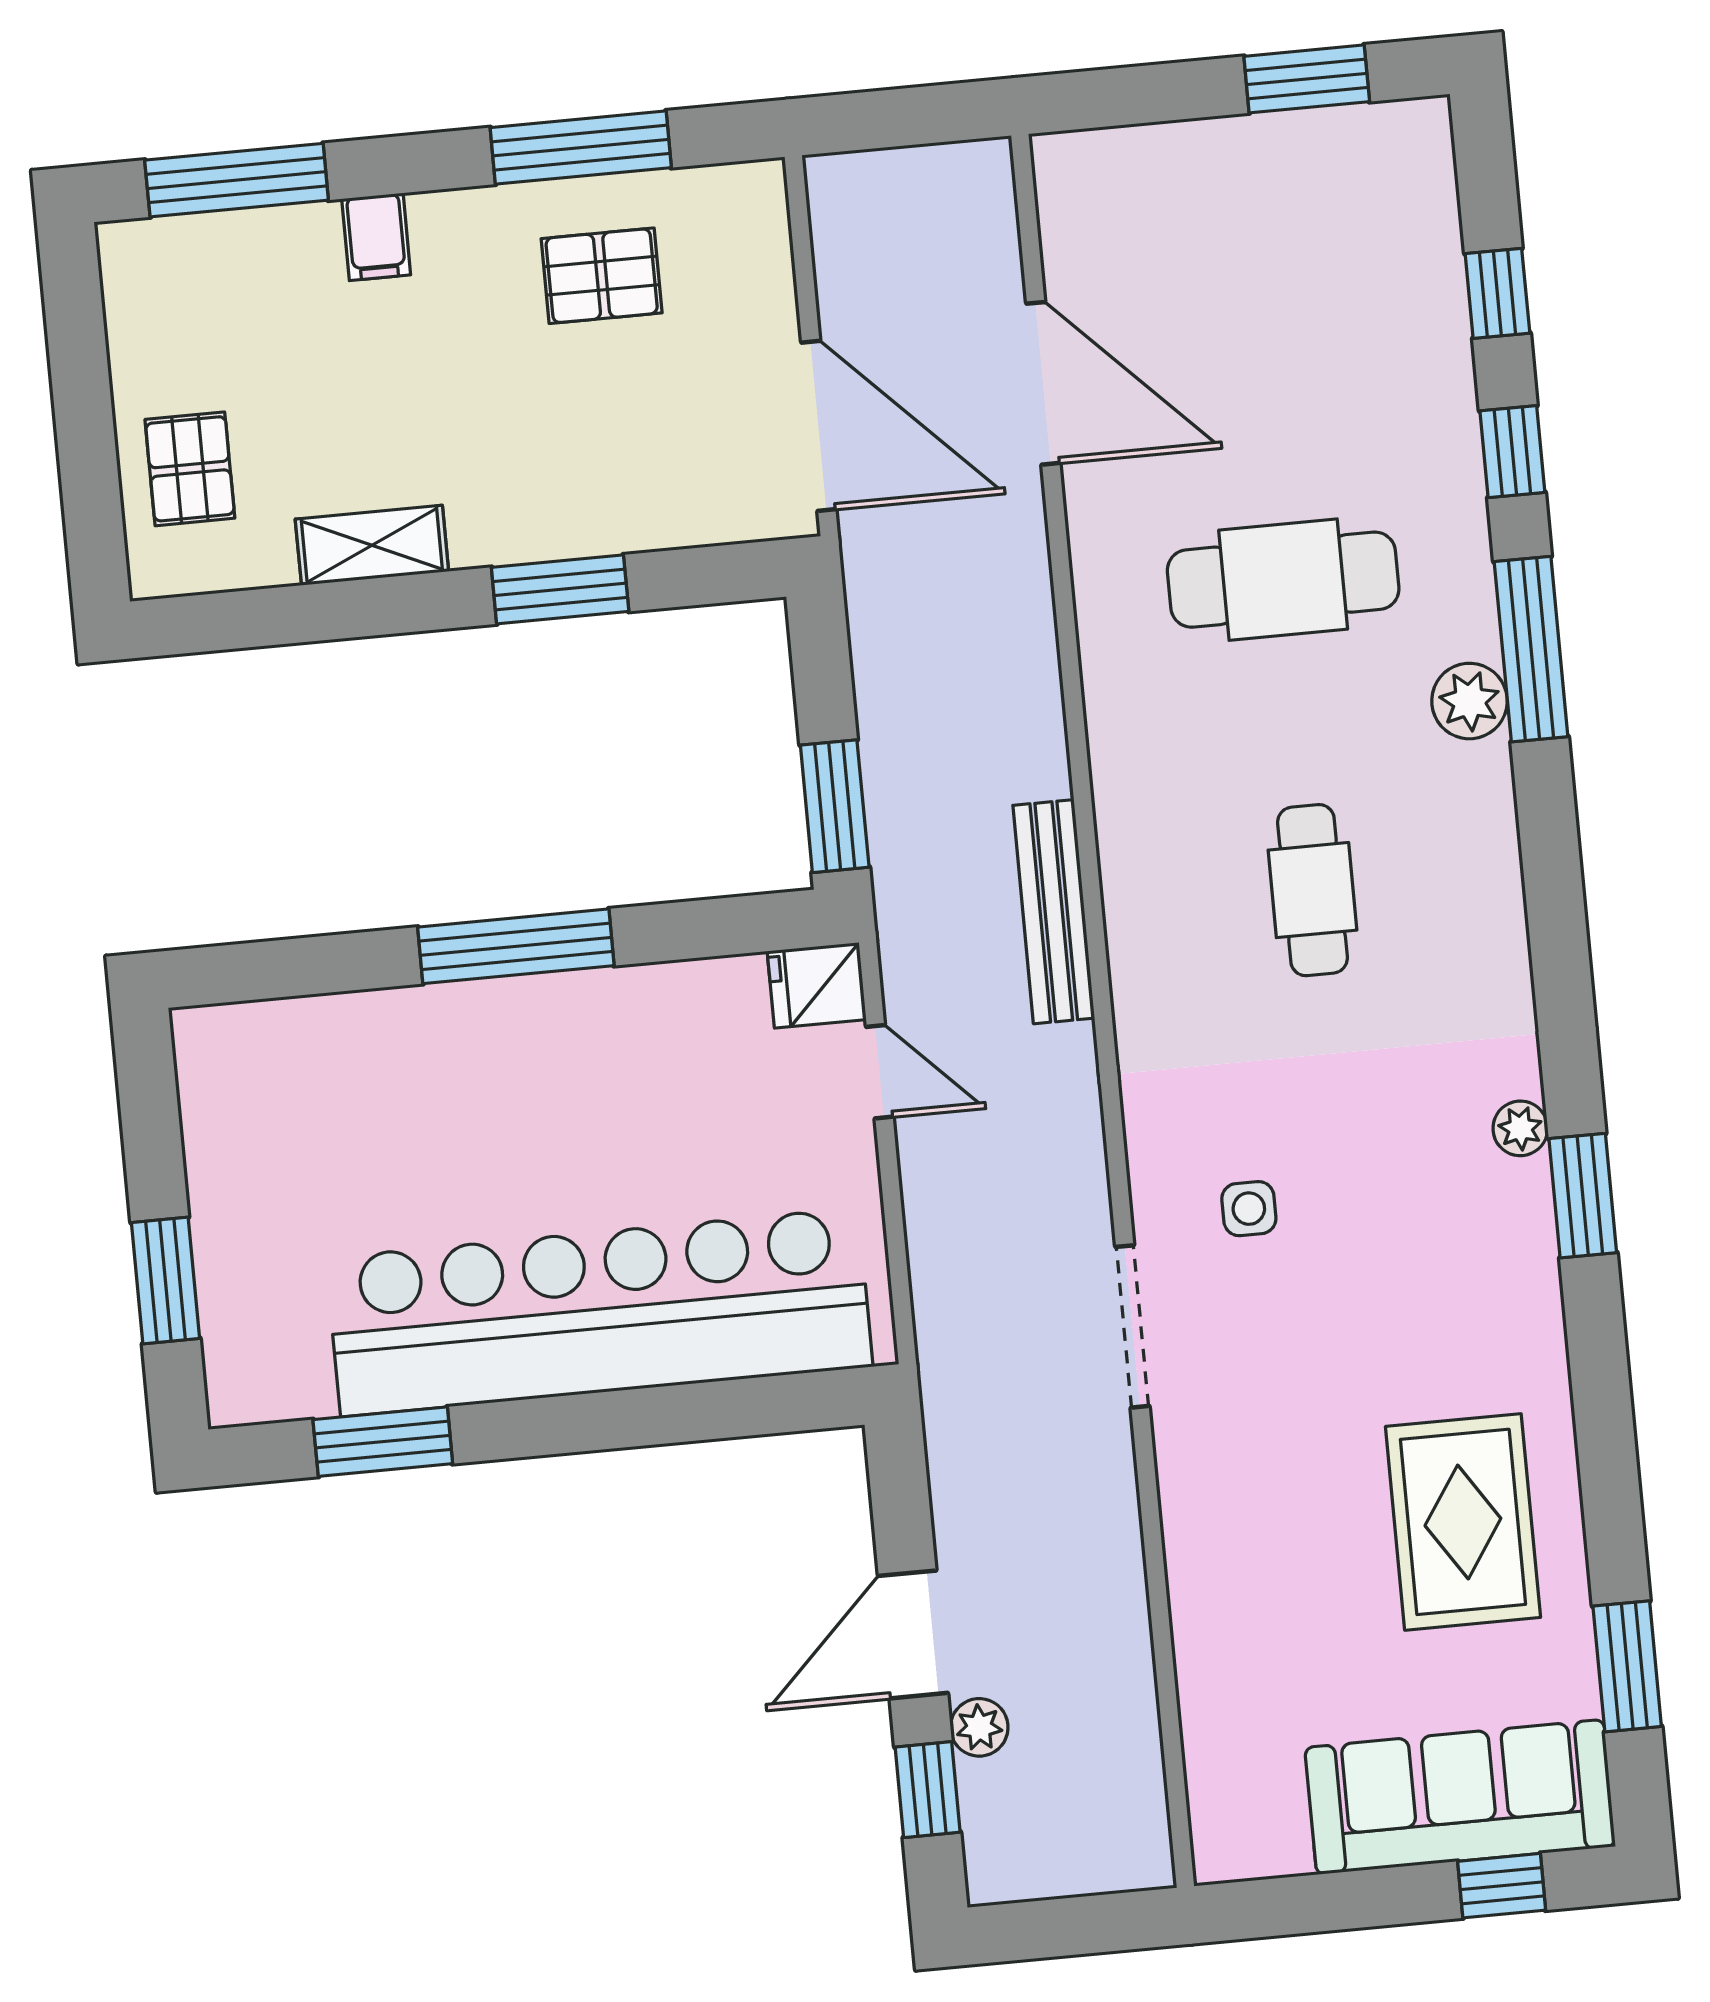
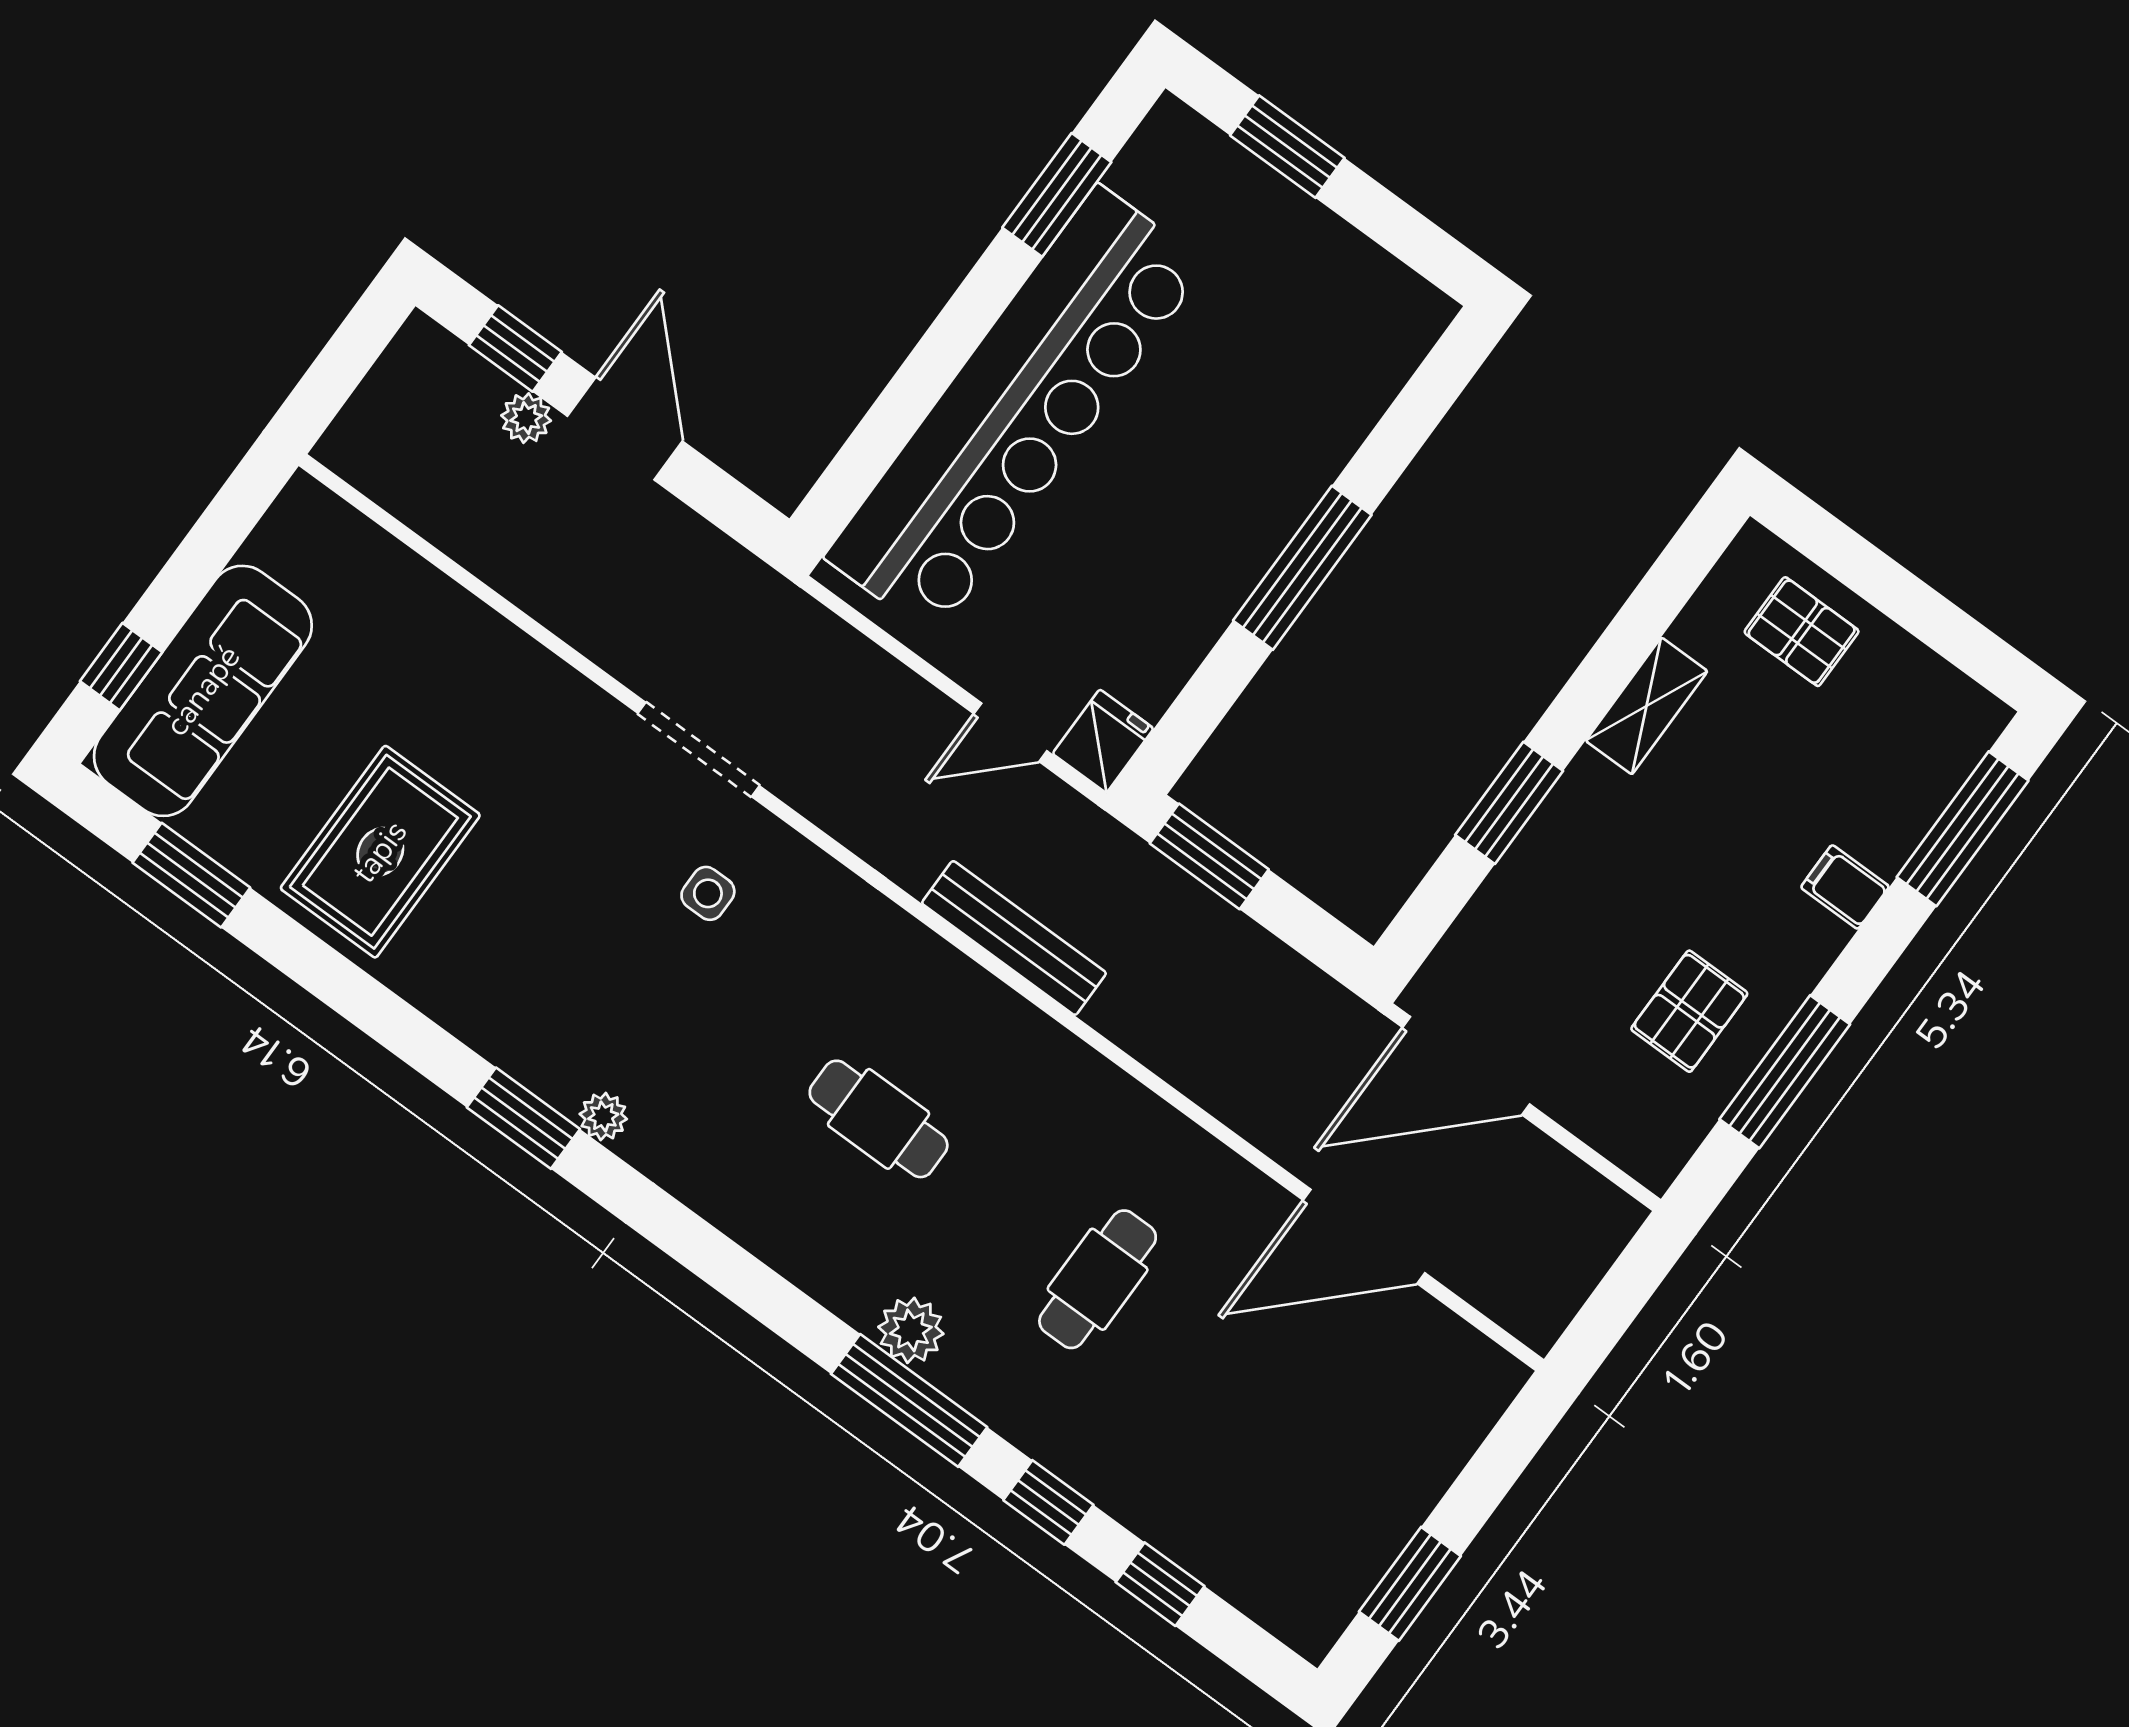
cafe table: (1283, 580) -> (1098, 1279), width x0.73, depth x0.74
rug: (1463, 1522) -> (380, 852), turned 90

